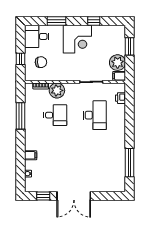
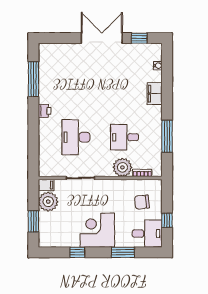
window: (20, 59) -> (167, 220), moved
printer: (120, 98) -> (45, 111), moved
filing cabinet: (31, 155) -> (155, 94), width x2.00

